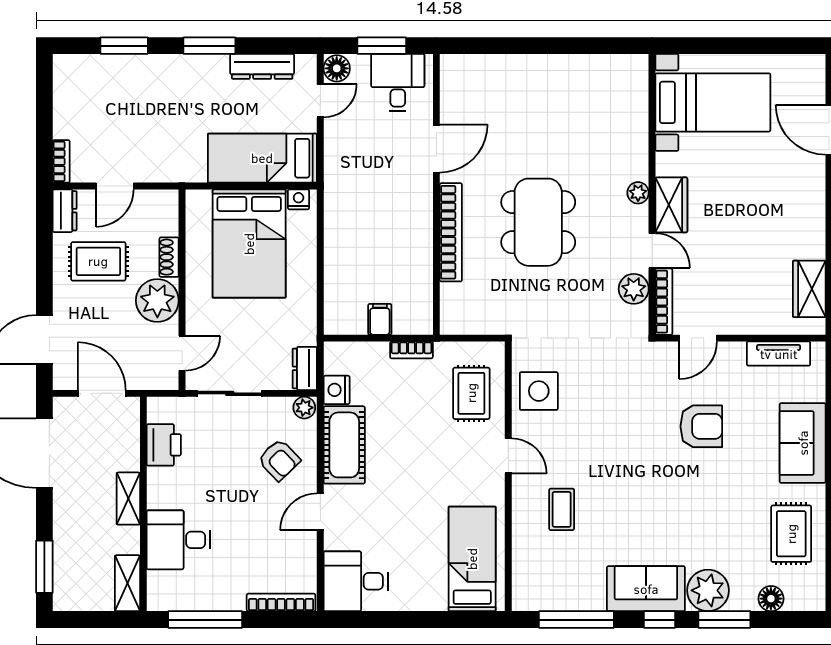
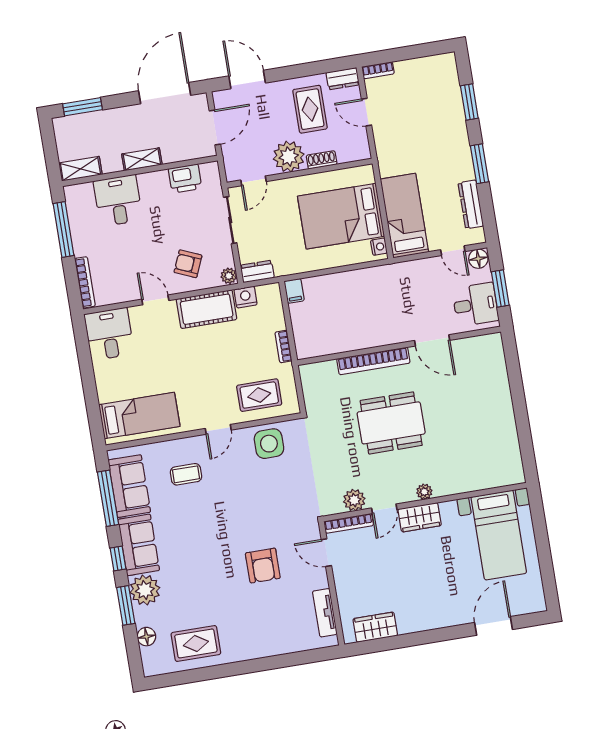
filing cabinet: (380, 319) -> (294, 291), moved, turned 90
door: (182, 353) -> (253, 181), hinge flipped
sofa: (803, 443) -> (129, 486), moved, turned 90
armchair: (279, 460) -> (188, 264), turned 67

